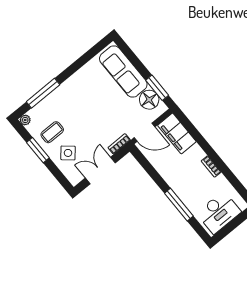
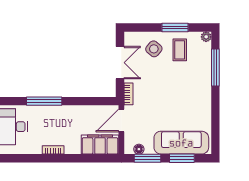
window: (135, 61) -> (182, 158), added
floor lamp: (149, 100) -> (139, 149), width x0.53, depth x0.53

